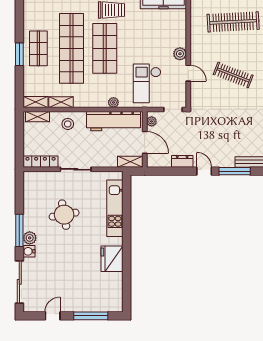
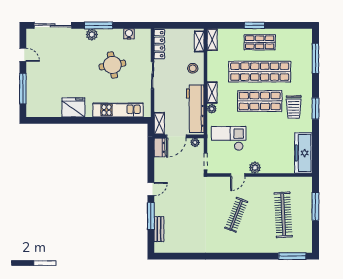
shelving: (61, 102) -> (212, 93), moved
dresser: (182, 161) -> (160, 147), moved
water cooler: (29, 251) -> (129, 34), moved

